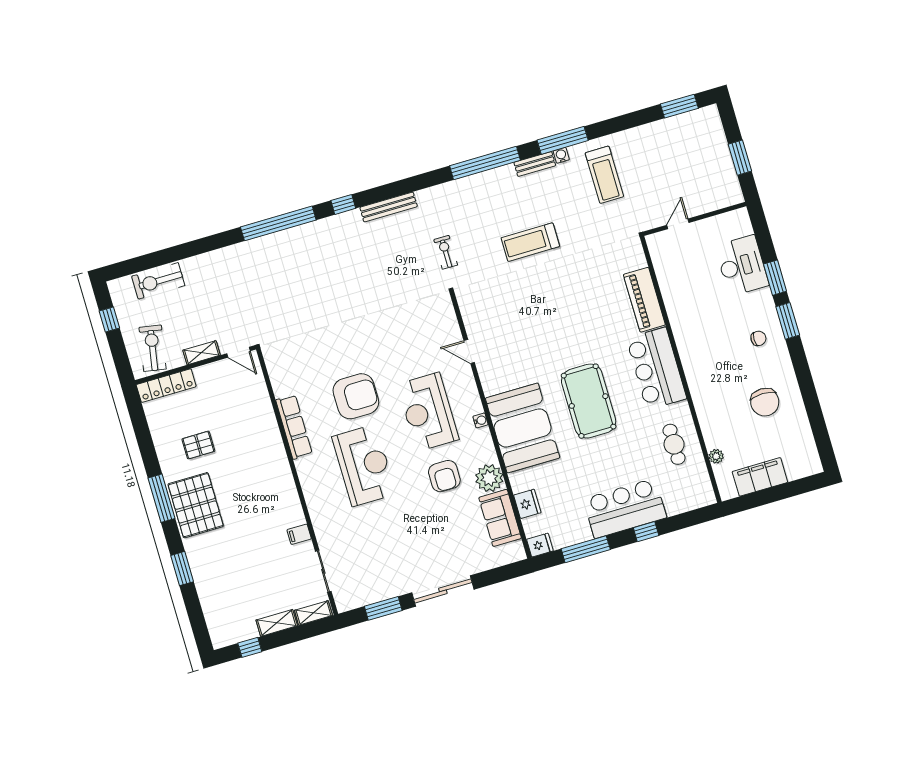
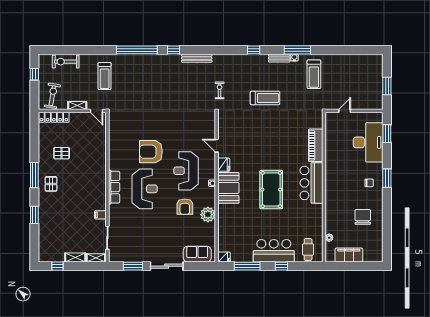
window: (679, 106) -> (363, 50), removed
window: (485, 163) -> (254, 50), width x0.32
treadmill: (530, 242) -> (265, 98), turned 180
desk: (742, 266) -> (368, 142), width x1.36, depth x1.30
window: (775, 278) -> (387, 134), moved
treadmill: (235, 286) -> (105, 76), added
armchair: (356, 396) -> (151, 152), turned 180
chair: (765, 402) -> (363, 217), turned 180
row of seats: (294, 427) -> (114, 187), moved
booth: (523, 428) -> (228, 188), width x0.73, depth x0.70
cafe table: (674, 444) -> (308, 249), moved
fridge: (527, 504) -> (224, 165), moved
pallet: (196, 505) -> (51, 184), width x0.49, depth x0.50
sofa: (500, 518) -> (197, 254), moved, turned 90

